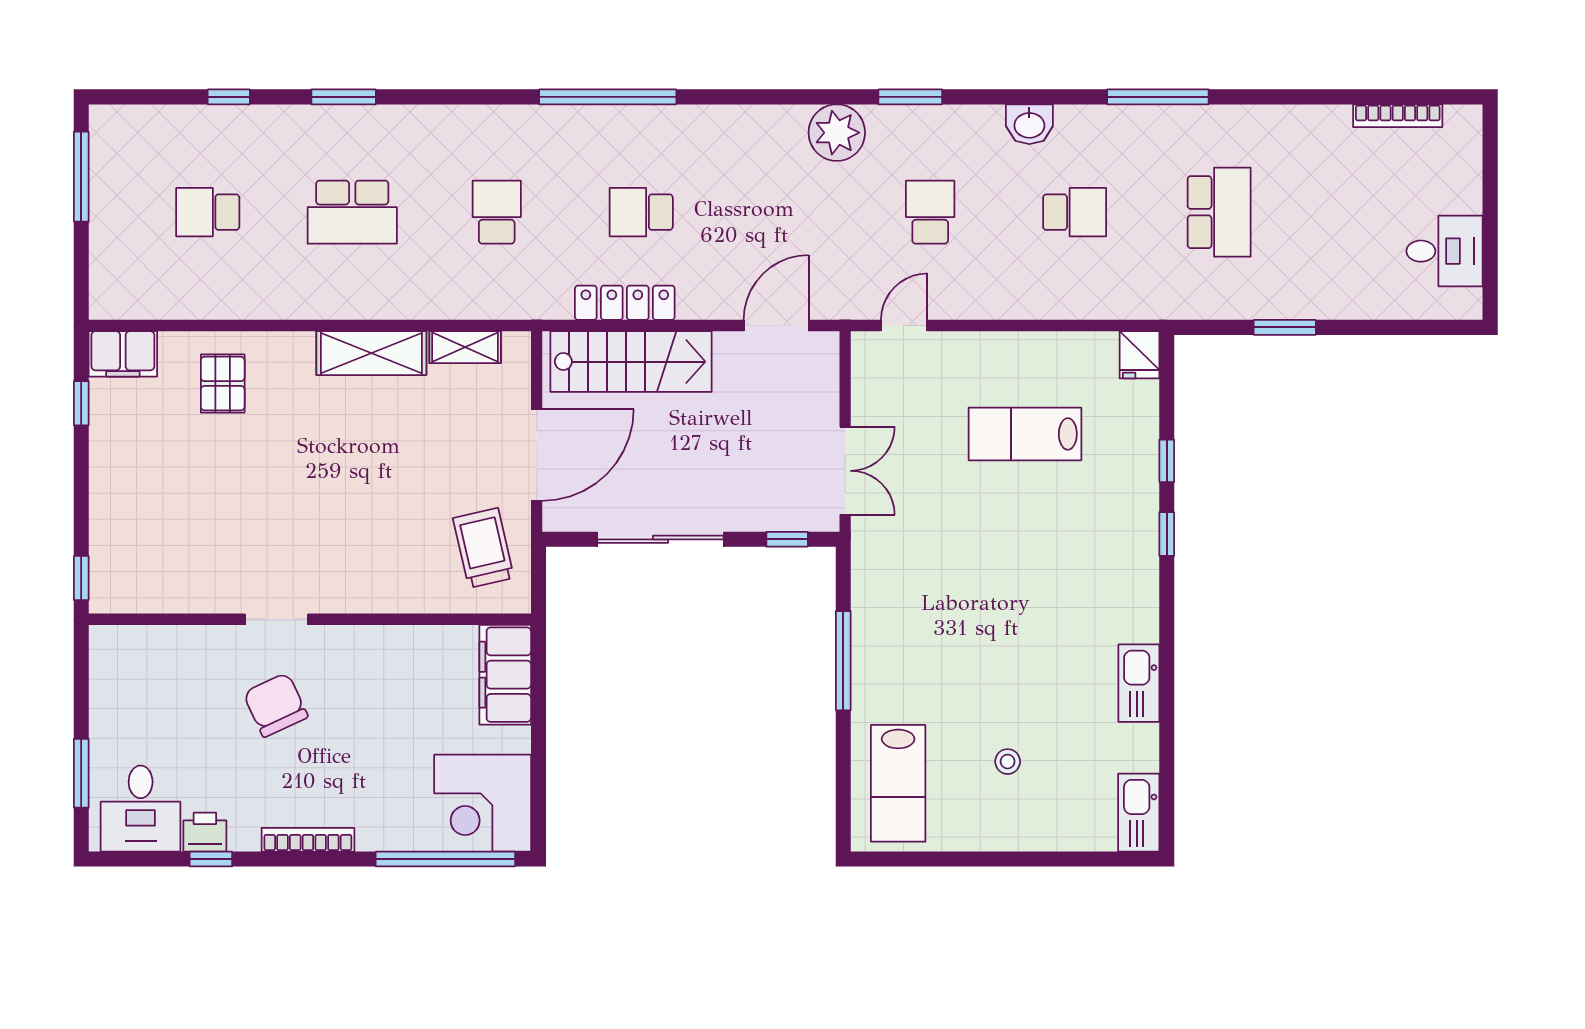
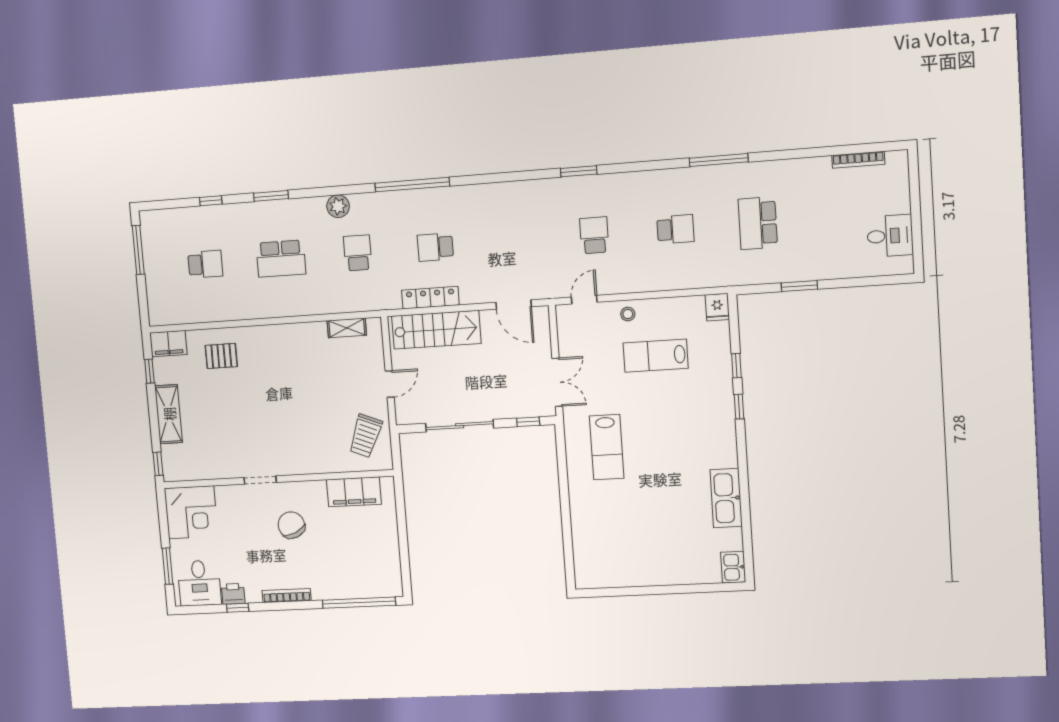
washbasin: (1029, 124) -> (647, 181), removed
plant: (837, 133) -> (338, 206), moved, width x0.73, depth x0.73
school desk: (208, 212) -> (205, 264), turned 180
school desk: (1219, 212) -> (758, 223), turned 180
door: (776, 326) -> (514, 305), swing flipped
shelving: (371, 353) -> (169, 414), moved, turned 90
pallet: (223, 384) -> (221, 356), turned 90
door: (537, 455) -> (390, 384), width x0.53
trolley: (483, 548) -> (365, 436), turned -145
window: (843, 661) -> (564, 486), removed
filing cabinet: (505, 675) -> (354, 492), moved, turned -90
kitchen sink: (1139, 683) -> (726, 498), width x1.36, depth x1.24
chair: (276, 705) -> (291, 525), moved
stool: (1008, 762) -> (628, 314), moved
lab bench: (898, 783) -> (607, 447), moved
corner desk: (483, 803) -> (191, 512), moved, turned -90
kitchen sink: (1139, 813) -> (733, 567), width x0.73

